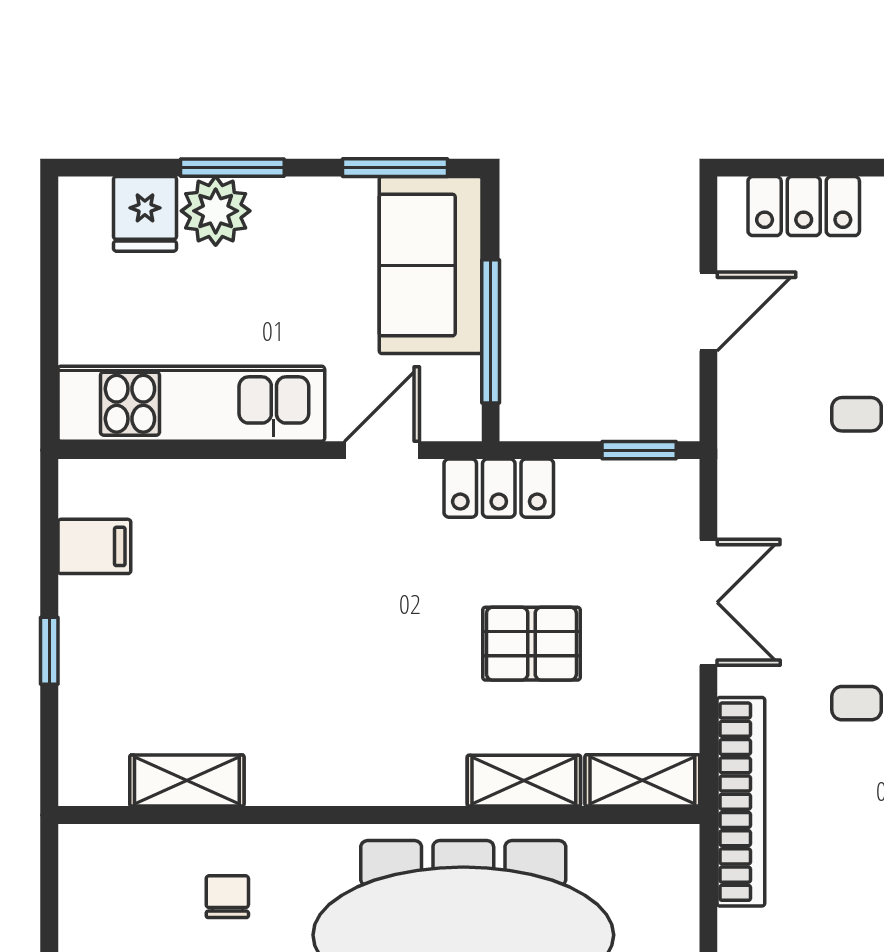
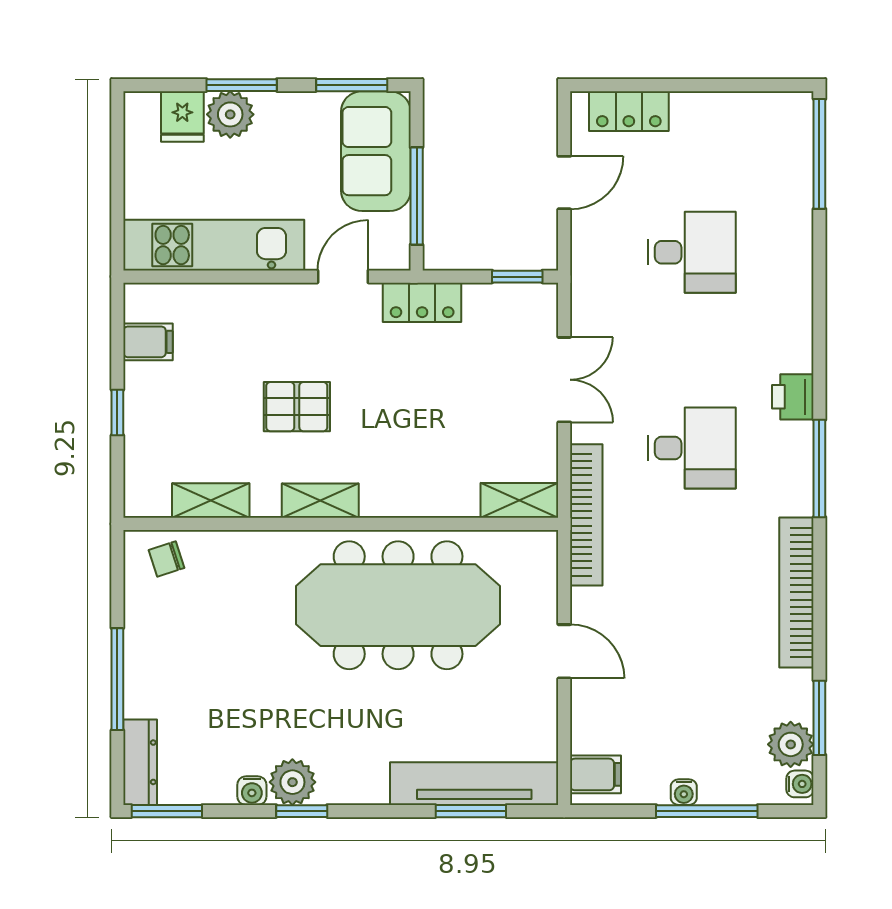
pallet: (531, 644) -> (297, 407), moved
shelving: (524, 781) -> (320, 501), moved
chair: (227, 897) -> (167, 559), moved, turned -108

